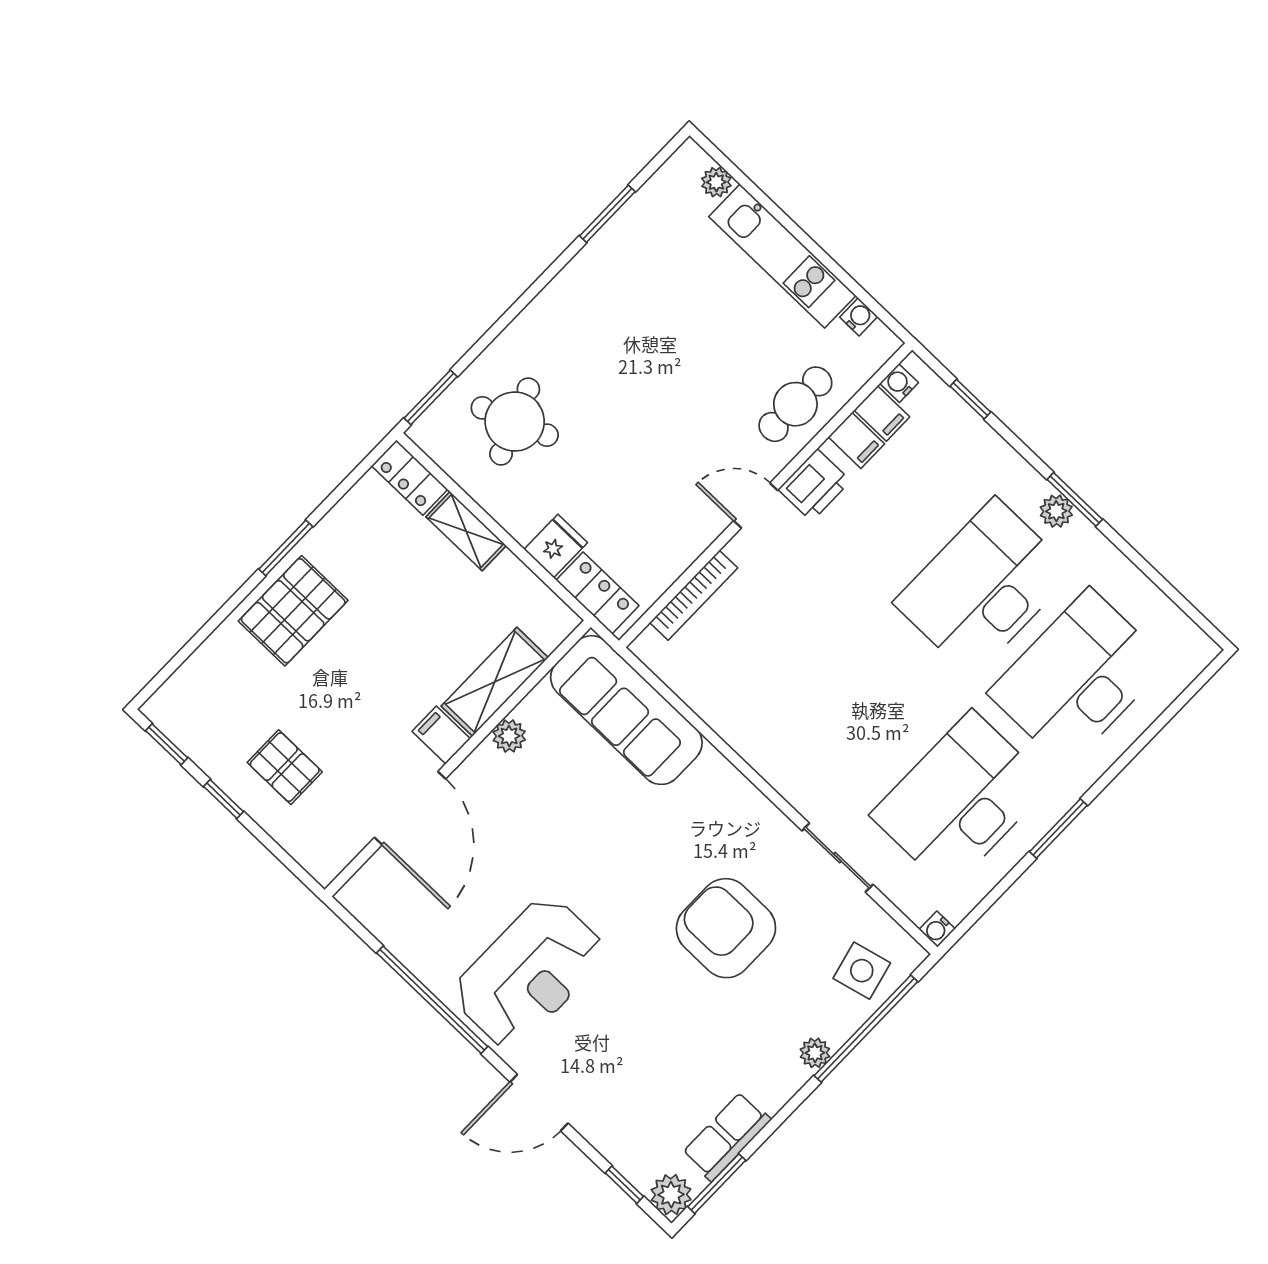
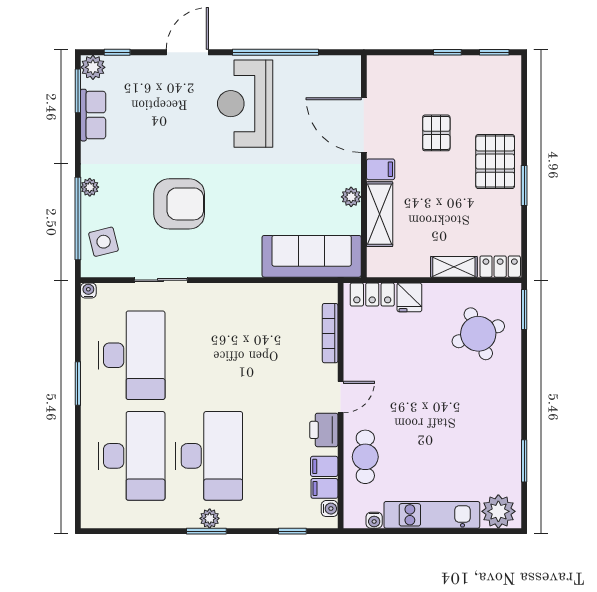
plant: (716, 182) -> (498, 511), width x1.87, depth x1.87
pallet: (285, 767) -> (436, 133), moved, turned 90

